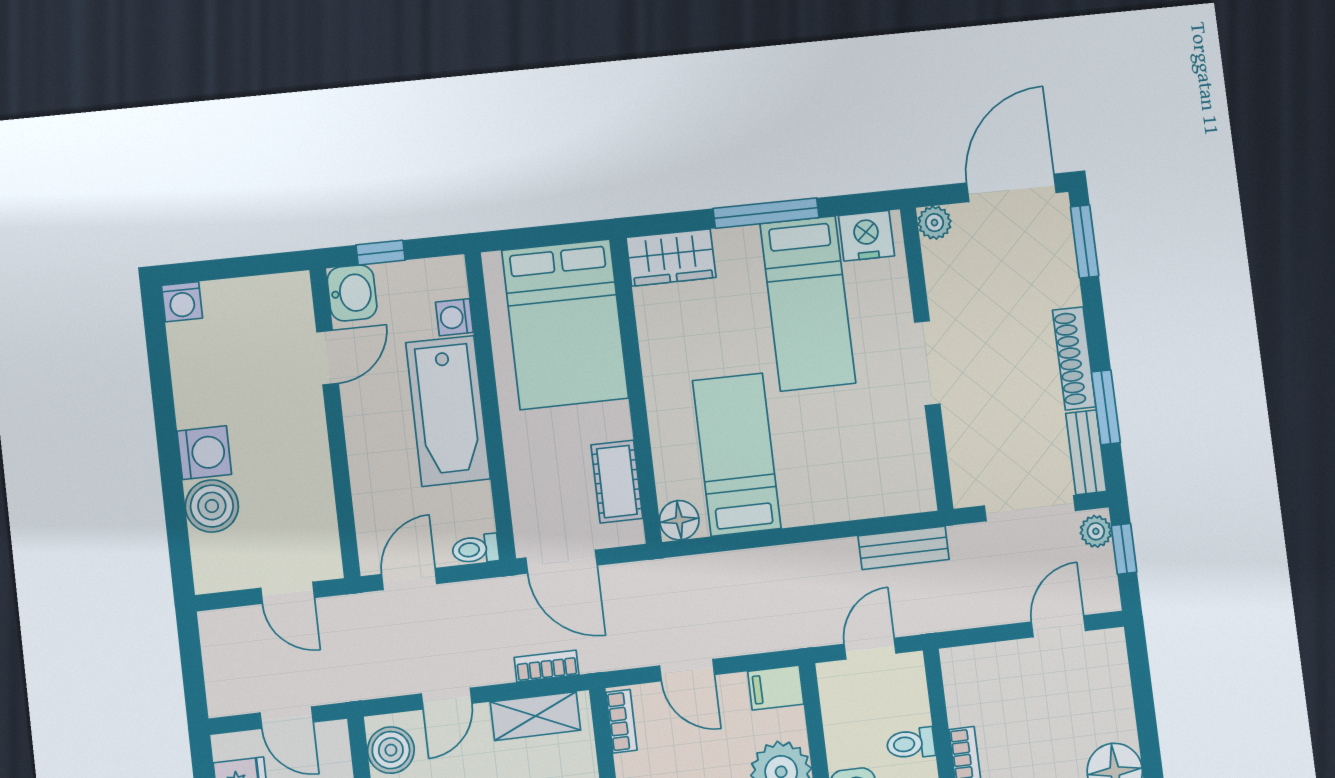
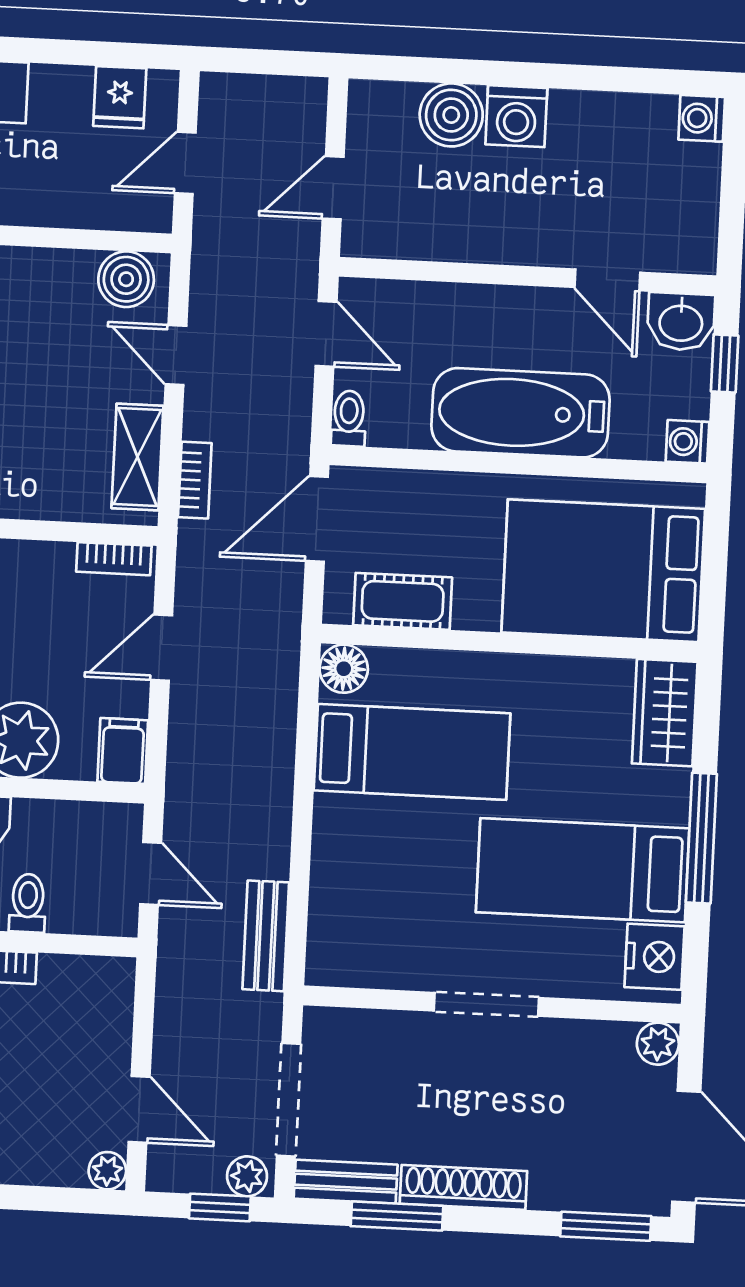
washing machine: (454, 317) -> (687, 442), moved, turned -90
plant: (1111, 643) -> (107, 1171), added

